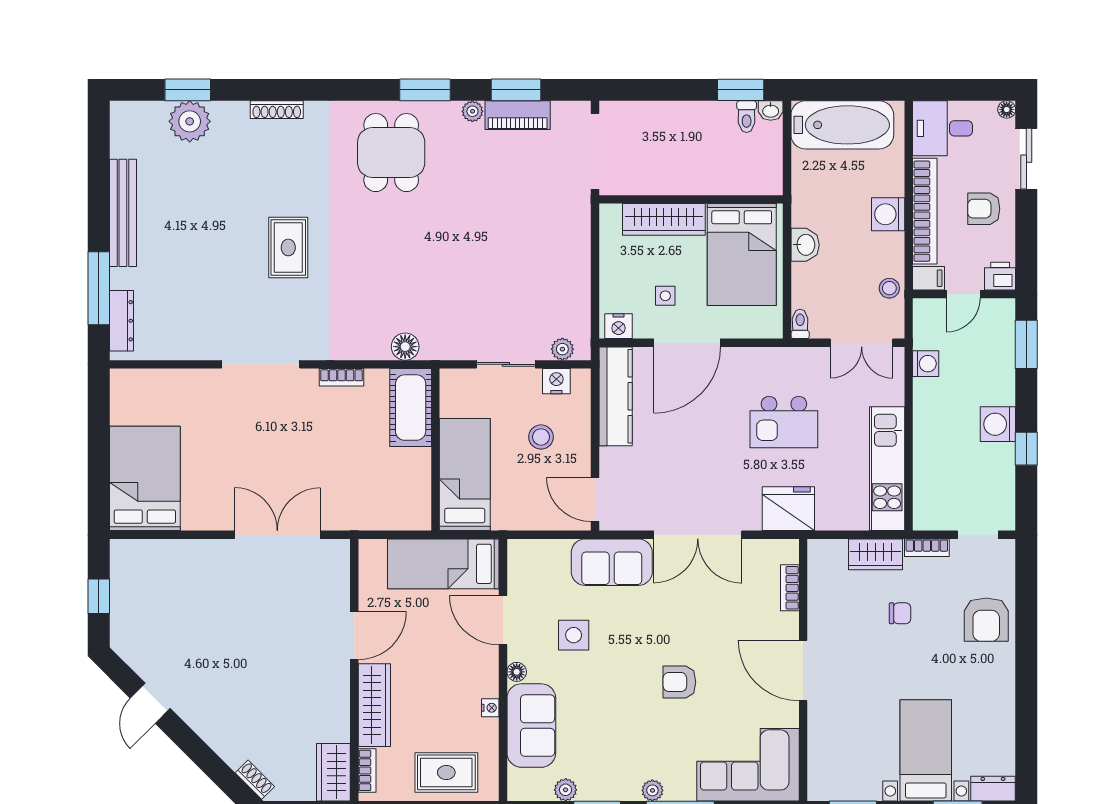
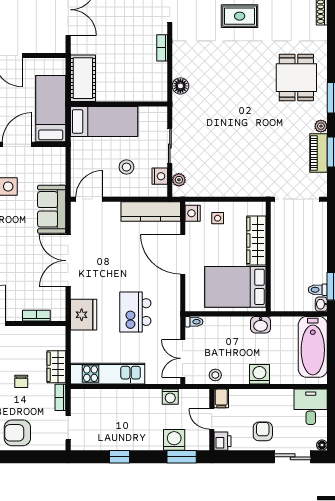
dining table: (391, 153) -> (296, 78), turned 90
bookcase: (925, 211) -> (261, 396), removed
washbasin: (805, 245) -> (261, 325), moved
side table: (665, 296) -> (218, 218), moved
cot: (411, 408) -> (83, 78), moved, turned 90
washing machine: (998, 424) -> (174, 440), moved

